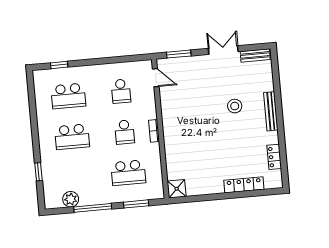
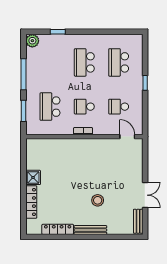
window: (179, 54) -> (145, 158), removed
window: (59, 65) -> (145, 83), moved
door: (156, 78) -> (127, 137), swing flipped
locker: (274, 157) -> (58, 229), width x1.53
shower: (177, 189) -> (33, 177), moved
plant: (71, 199) -> (32, 41), moved

